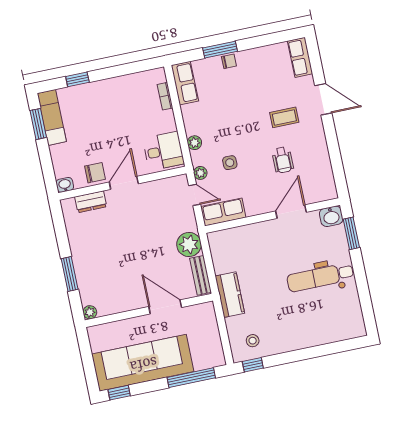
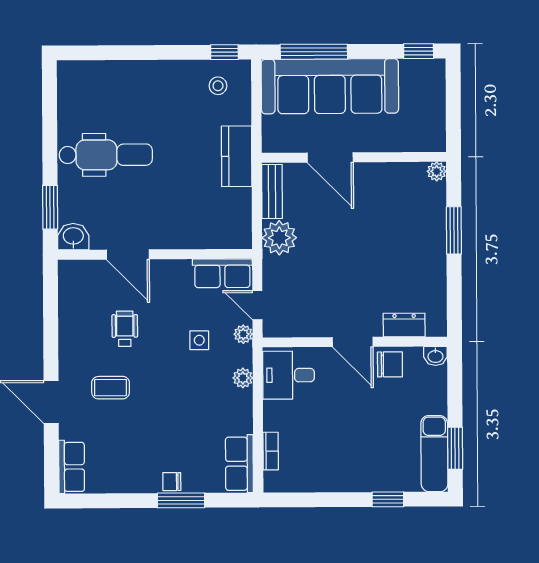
chair: (95, 173) -> (390, 364), turned 180
door: (124, 183) -> (353, 342), hinge flipped
door: (291, 212) -> (128, 255), hinge flipped
sofa: (143, 363) -> (330, 86), moved

